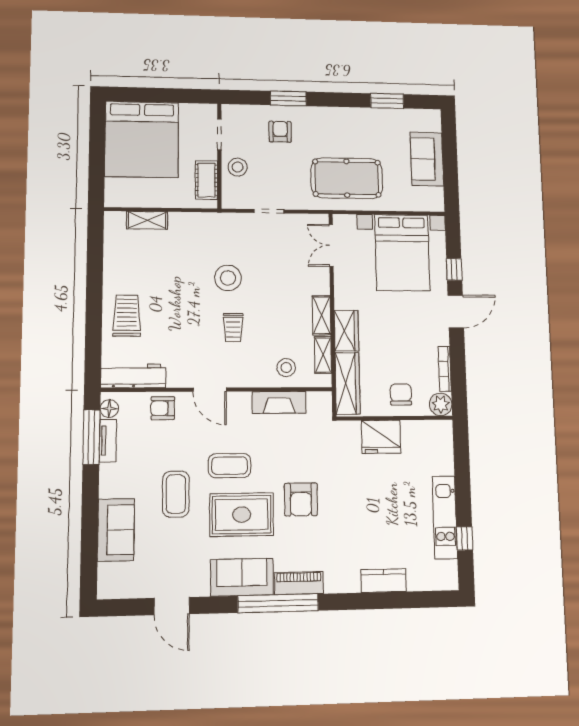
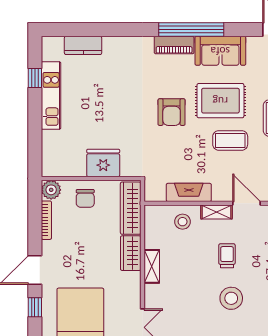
shelving: (323, 355) -> (216, 212), moved, turned 90
armchair: (301, 499) -> (172, 112), turned 180
kitchen counter: (384, 581) -> (83, 45), moved

